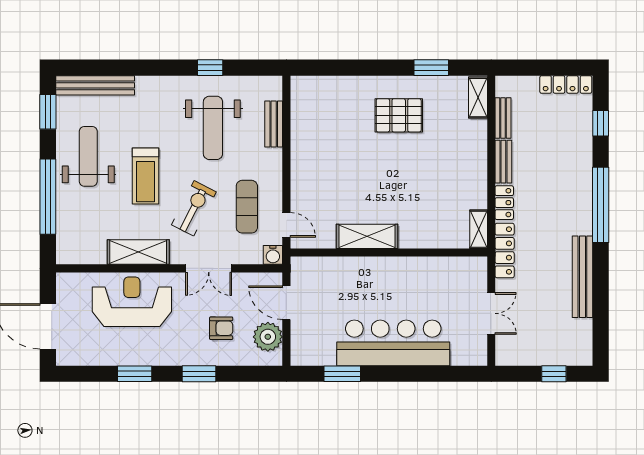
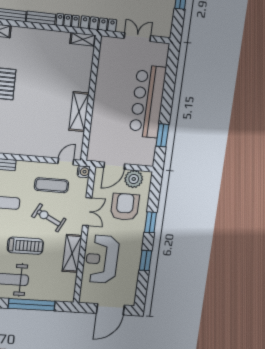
armchair: (221, 328) -> (125, 207), width x1.88, depth x1.88

